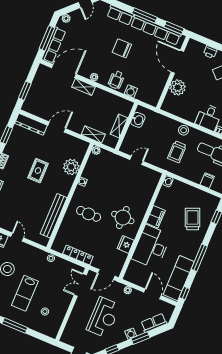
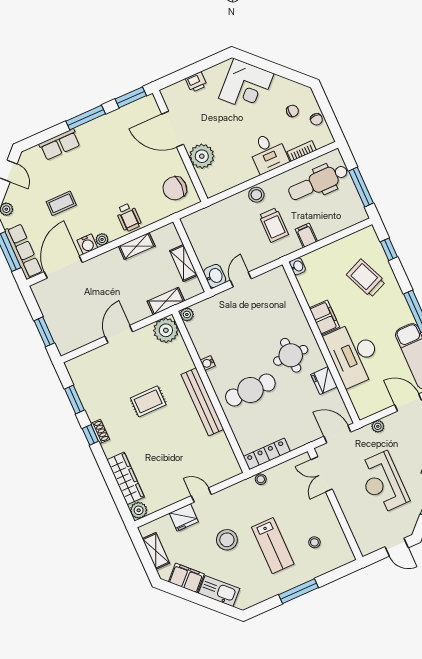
row of seats: (156, 30) -> (114, 120), removed
coffee table: (93, 42) -> (61, 203), added
chair: (122, 48) -> (175, 188), moved
shelving: (84, 87) -> (137, 246), moved
water cooler: (131, 91) -> (87, 244), moved
washbasin: (138, 120) -> (215, 276), moved
dresser: (31, 124) -> (89, 360), removed
plant: (71, 167) -> (166, 330), moved
rug: (38, 171) -> (148, 401), turned 90
filing cabinet: (207, 181) -> (306, 235), moved
cafe table: (89, 214) -> (250, 390), width x1.37, depth x1.35
bench: (54, 216) -> (202, 402), moved
locker: (78, 255) -> (267, 454), moved
door: (106, 275) -> (337, 434), swing flipped
reception desk: (103, 317) -> (383, 483), turned 180

